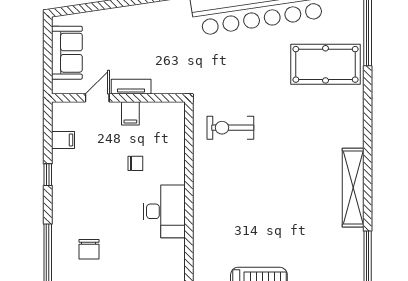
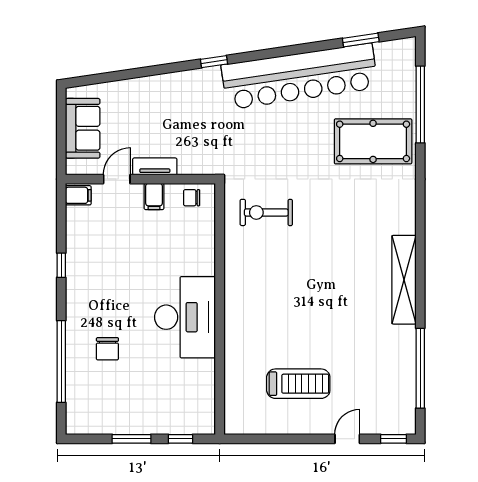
filing cabinet: (63, 140) -> (78, 195), moved
chair: (135, 163) -> (192, 198), moved, turned 180
desk: (164, 211) -> (185, 317), width x1.36, depth x1.30

